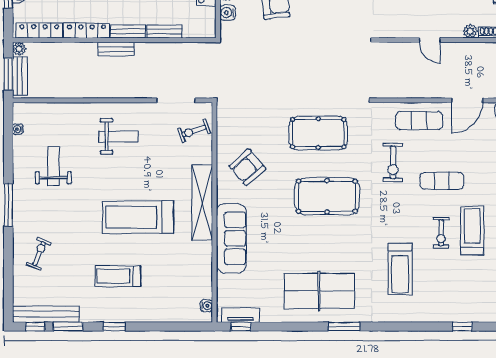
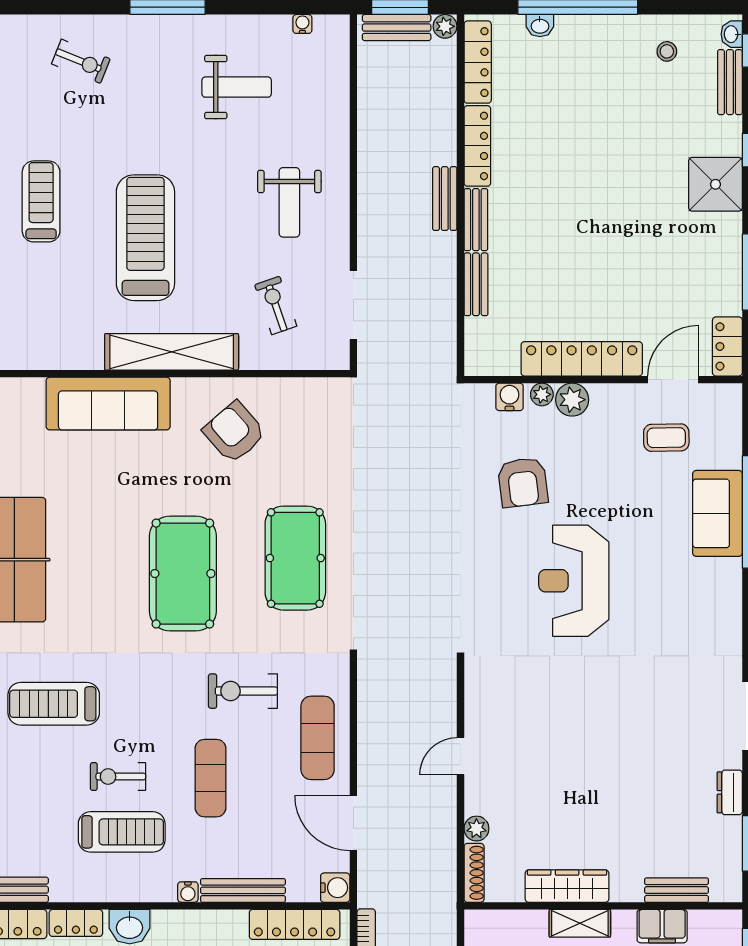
exercise bike: (194, 131) -> (276, 305), moved

